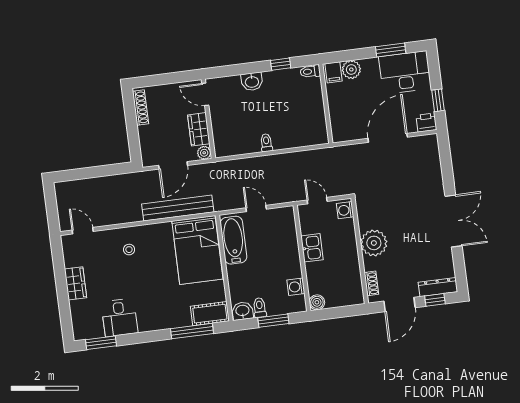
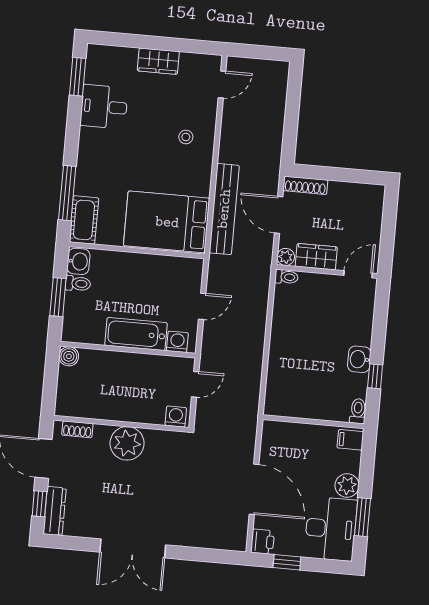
plant: (351, 70) -> (347, 486), moved
washbasin: (252, 82) -> (359, 359), moved
shoe rack: (141, 108) -> (305, 185), moved
toilet: (266, 143) -> (286, 277), moved
bathtub: (233, 240) -> (136, 334), moved, turned 180
kitchen sink: (312, 248) -> (138, 365), removed
washing machine: (296, 287) -> (177, 342), moved

